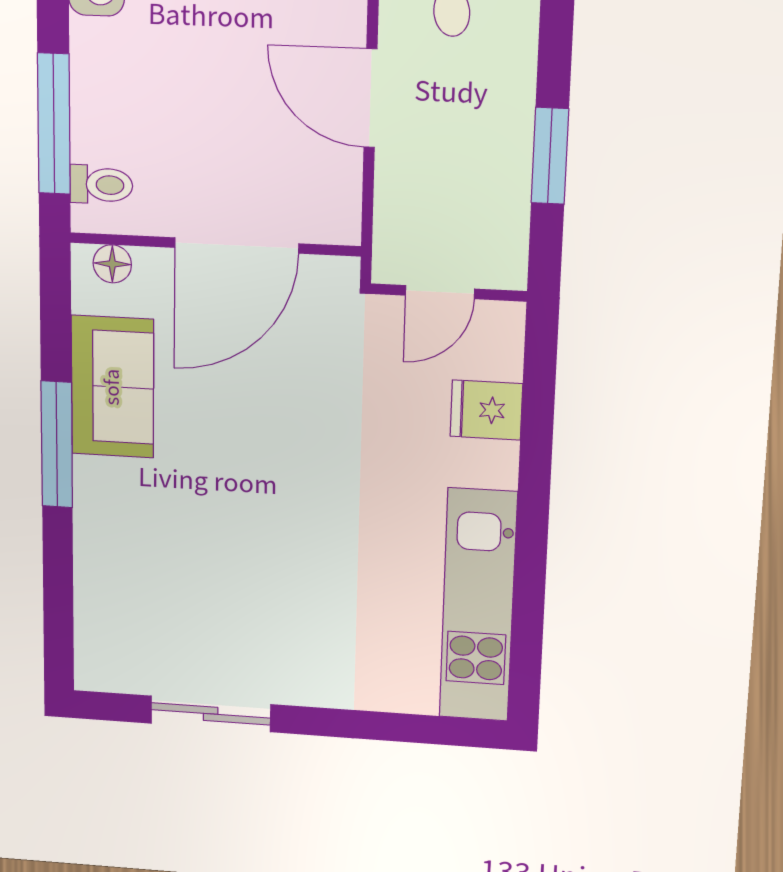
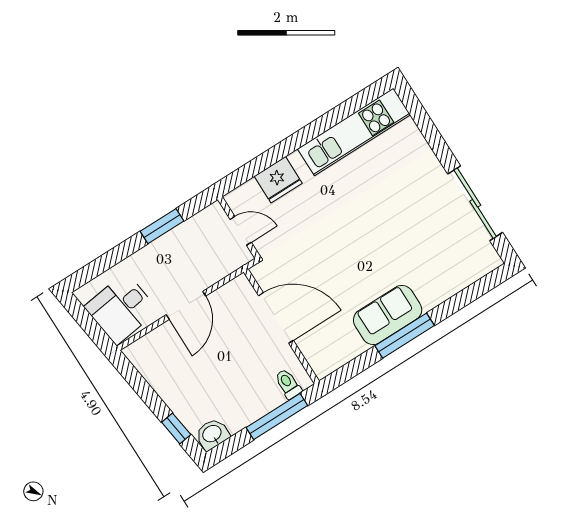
floor lamp: (112, 264) -> (316, 360), removed
sofa: (112, 387) -> (388, 315), moved
fridge: (486, 410) -> (278, 180), width x1.38
sliding door: (211, 714) -> (475, 203), width x1.37

